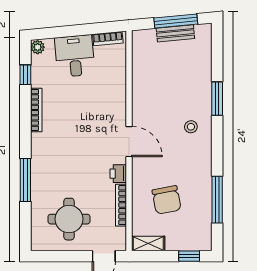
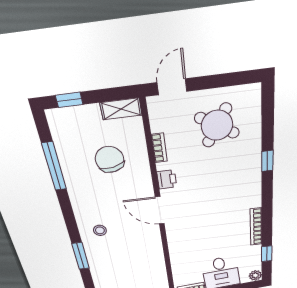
window: (25, 180) -> (267, 161), width x0.46
bookcase: (121, 205) -> (159, 148), width x0.64
round table: (69, 219) -> (217, 125), turned 31

